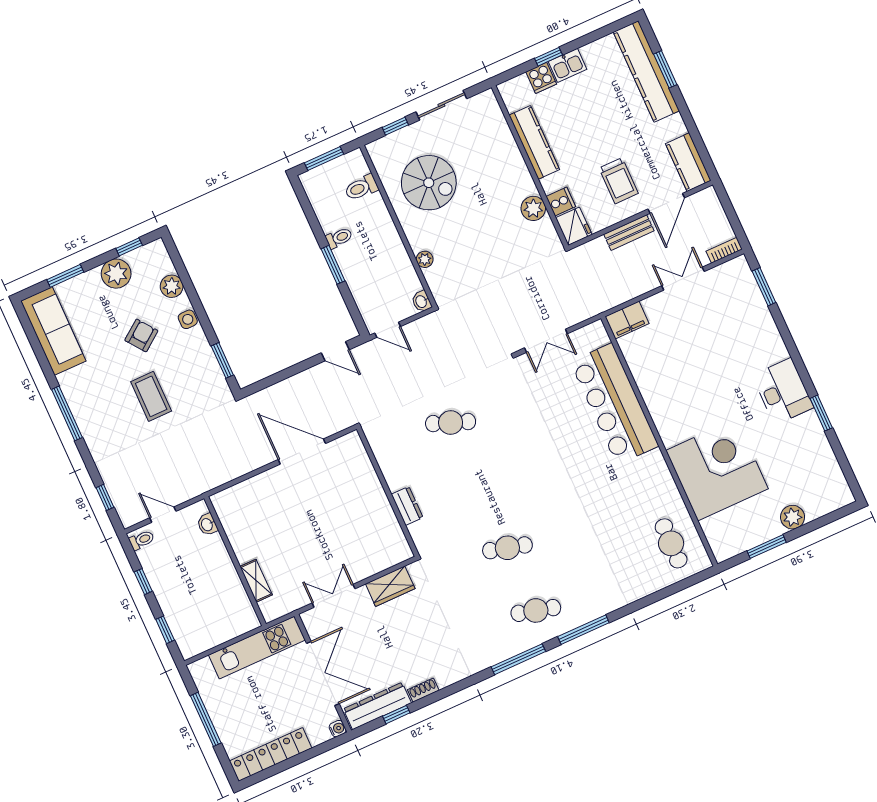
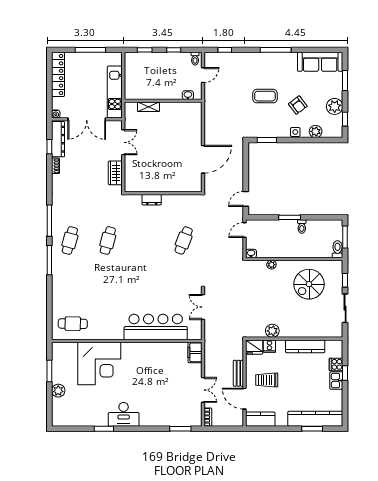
toilet: (361, 188) -> (337, 249), moved

